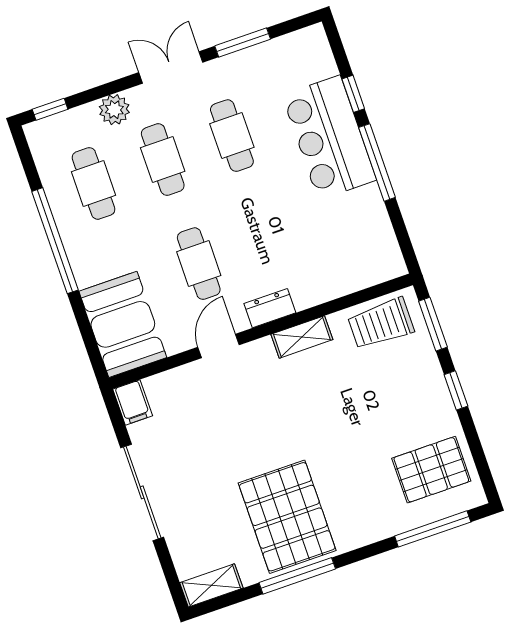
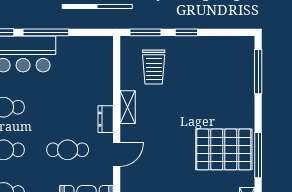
trolley: (381, 324) -> (154, 67), moved
door: (219, 346) -> (117, 155), swing flipped
pallet: (431, 470) -> (225, 61), removed

